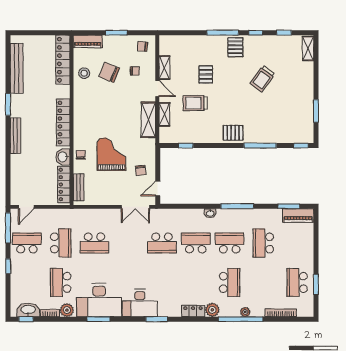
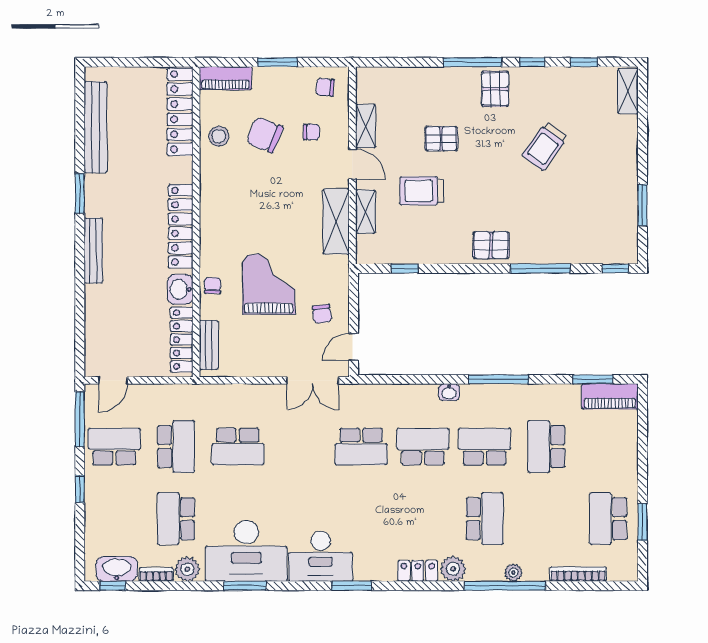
pallet: (206, 75) -> (441, 139), turned 90

